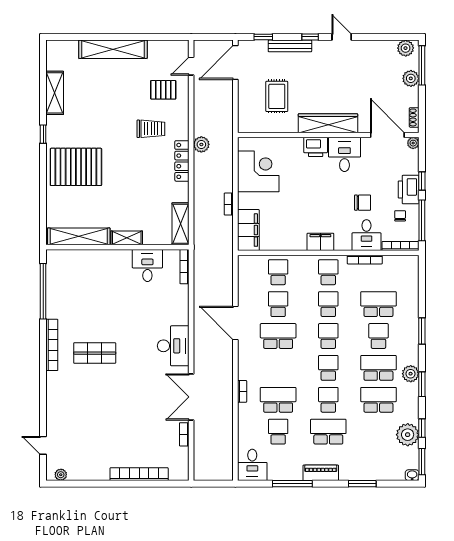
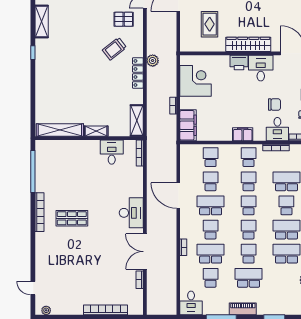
trolley: (151, 129) -> (114, 49), turned 142
pallet: (76, 167) -> (58, 78), removed
school desk: (278, 368) -> (211, 230), added

